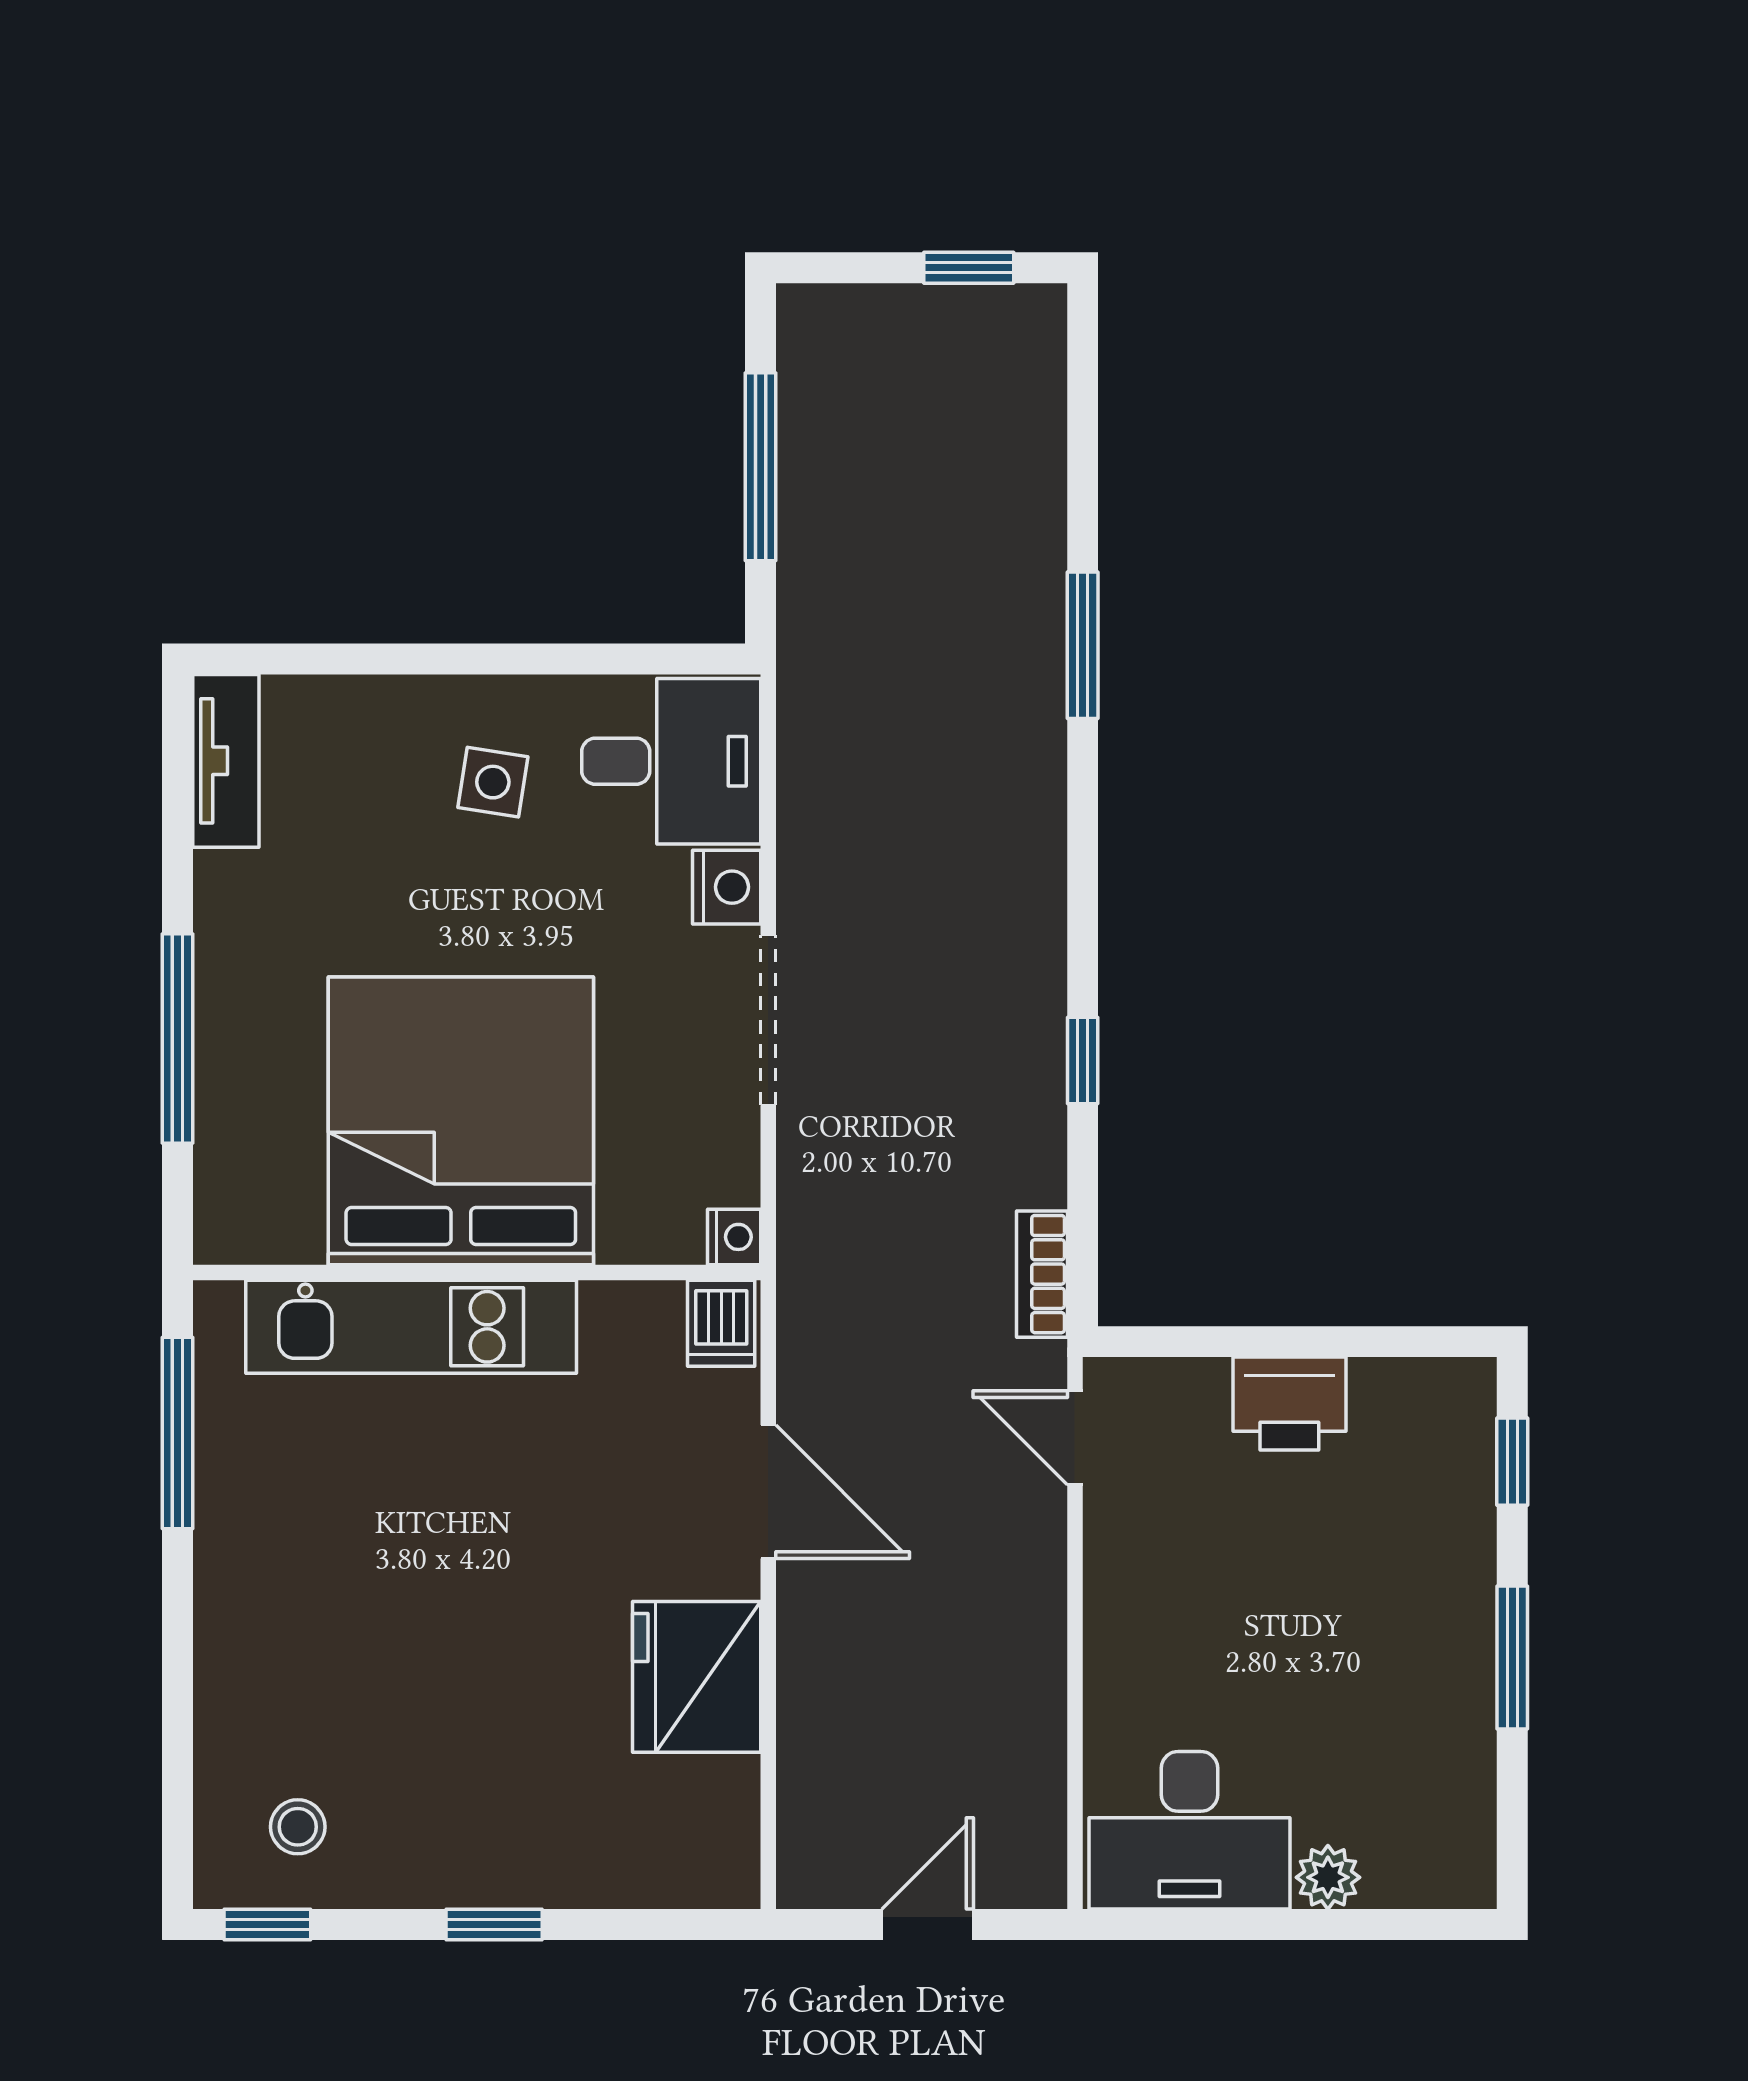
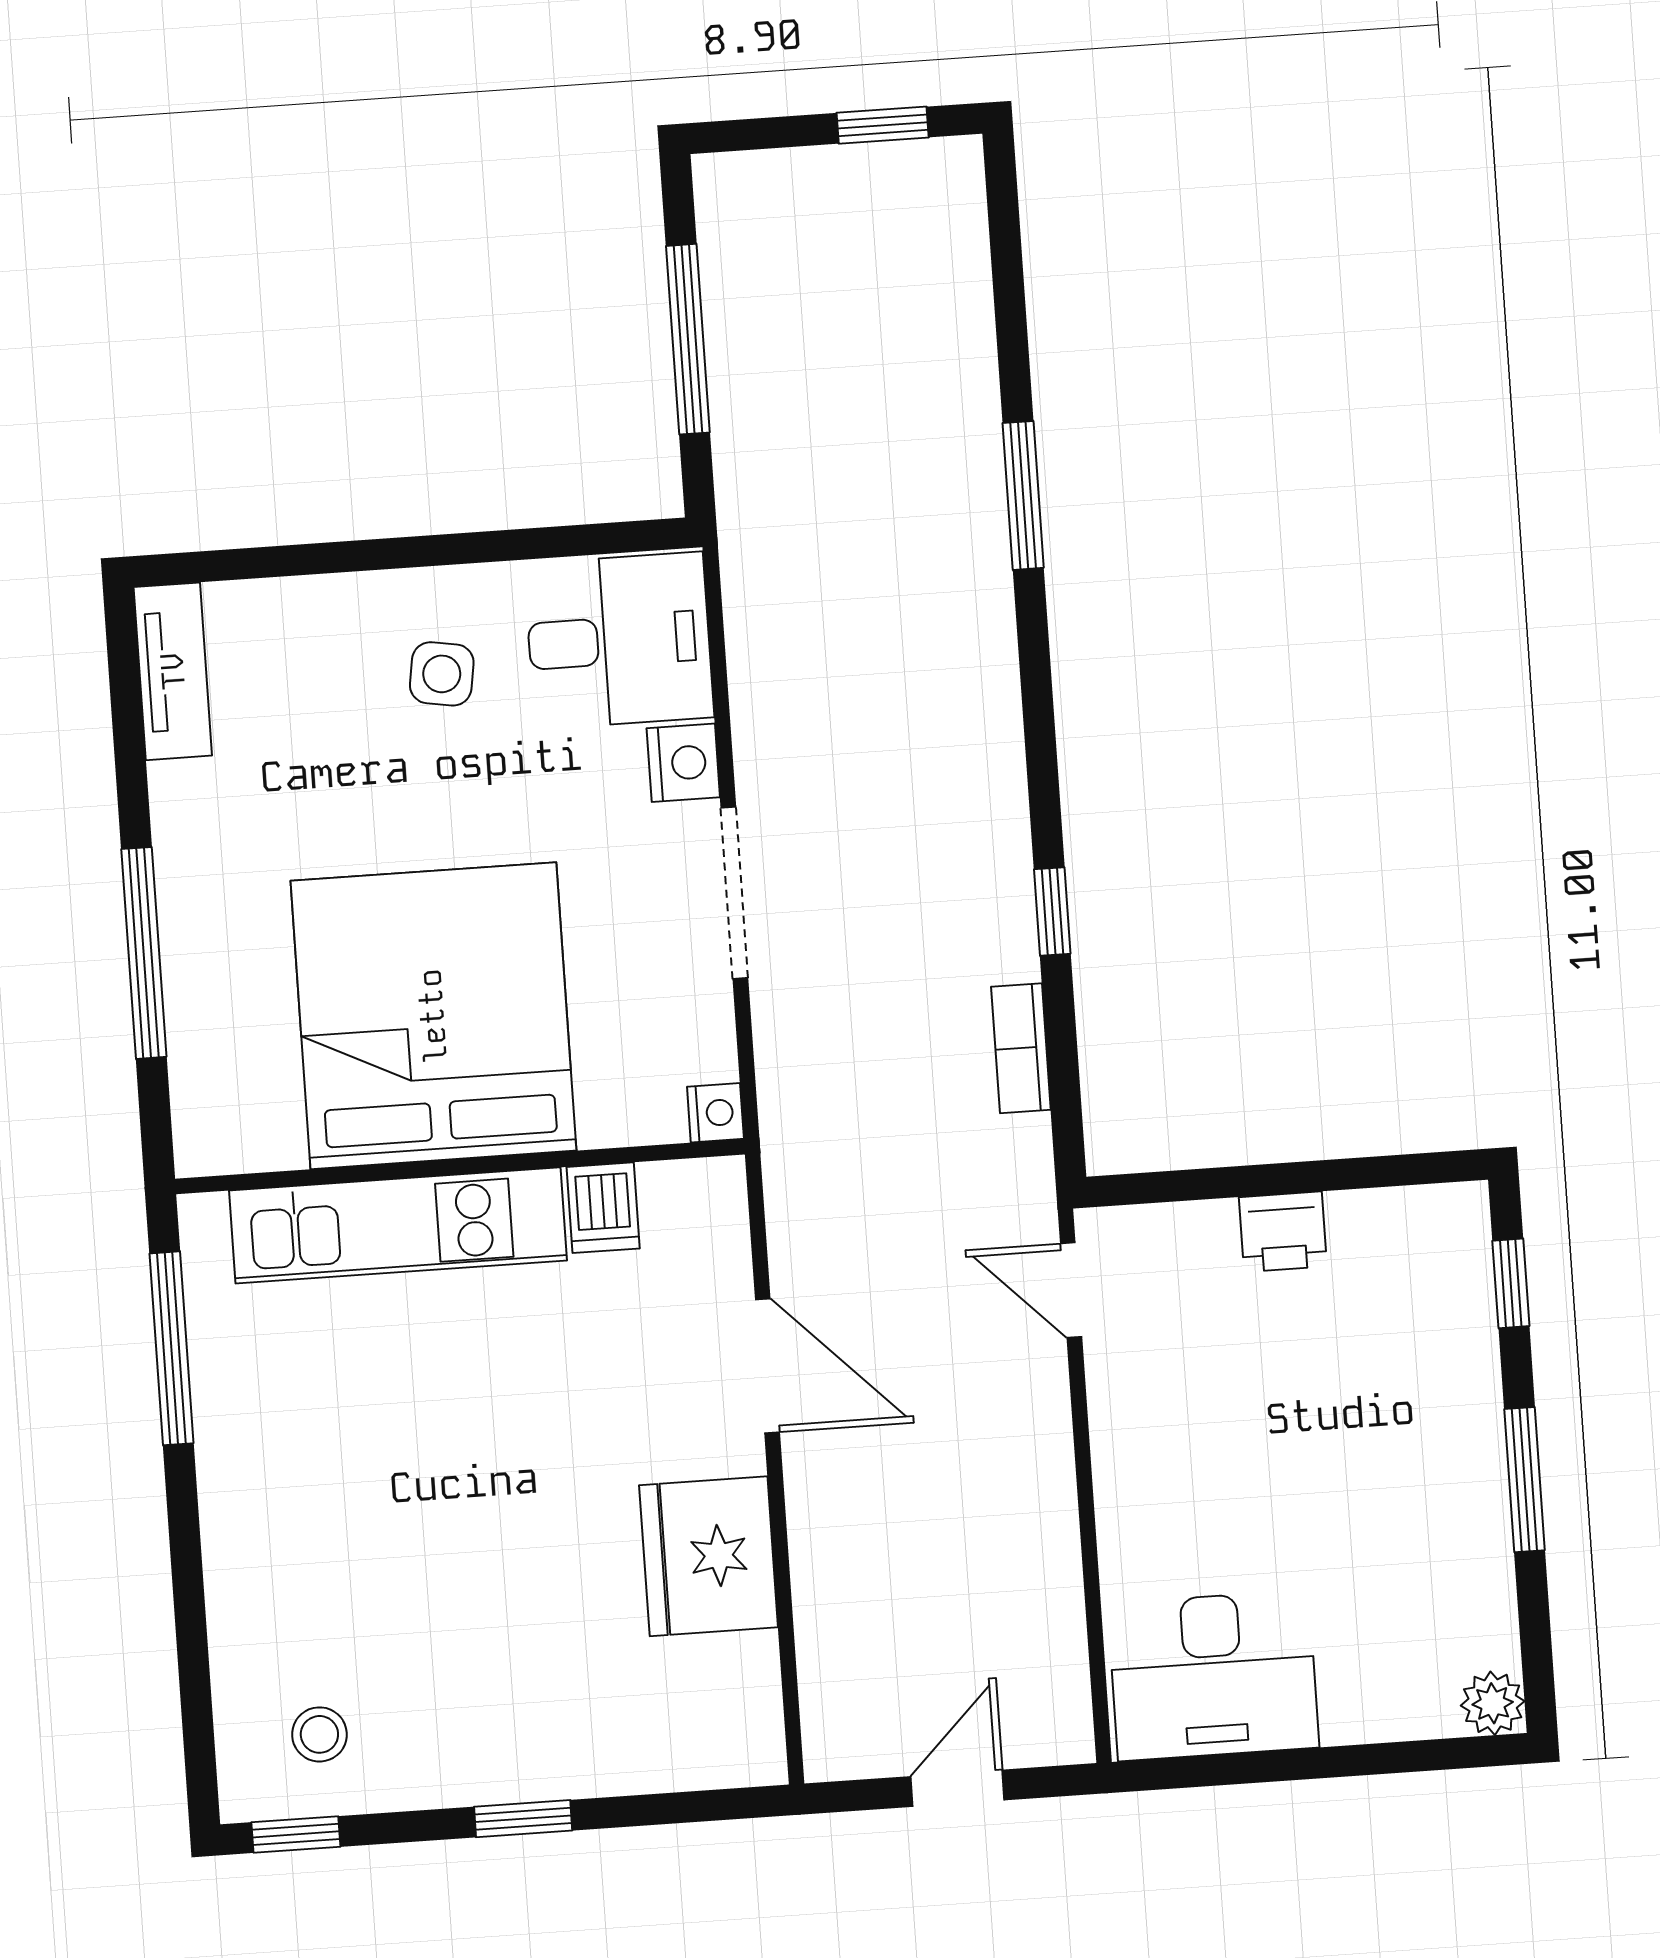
bookcase: (1042, 1274) -> (1021, 1048), moved
dishwasher: (721, 1323) -> (603, 1208), moved
printer: (1289, 1404) -> (1283, 1232), width x0.73, depth x0.81
plant: (1328, 1877) -> (1493, 1703), moved

